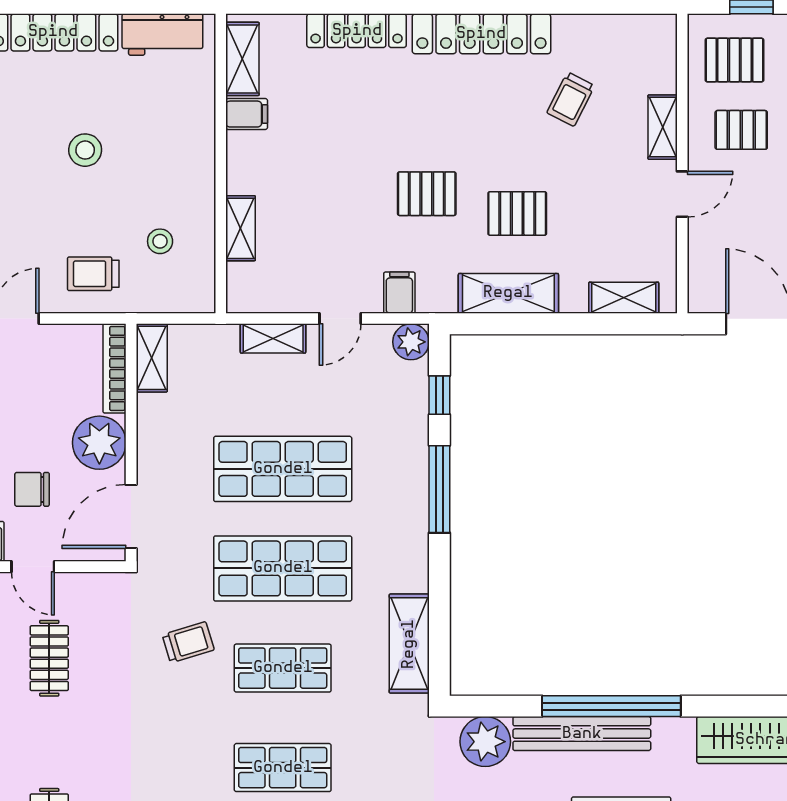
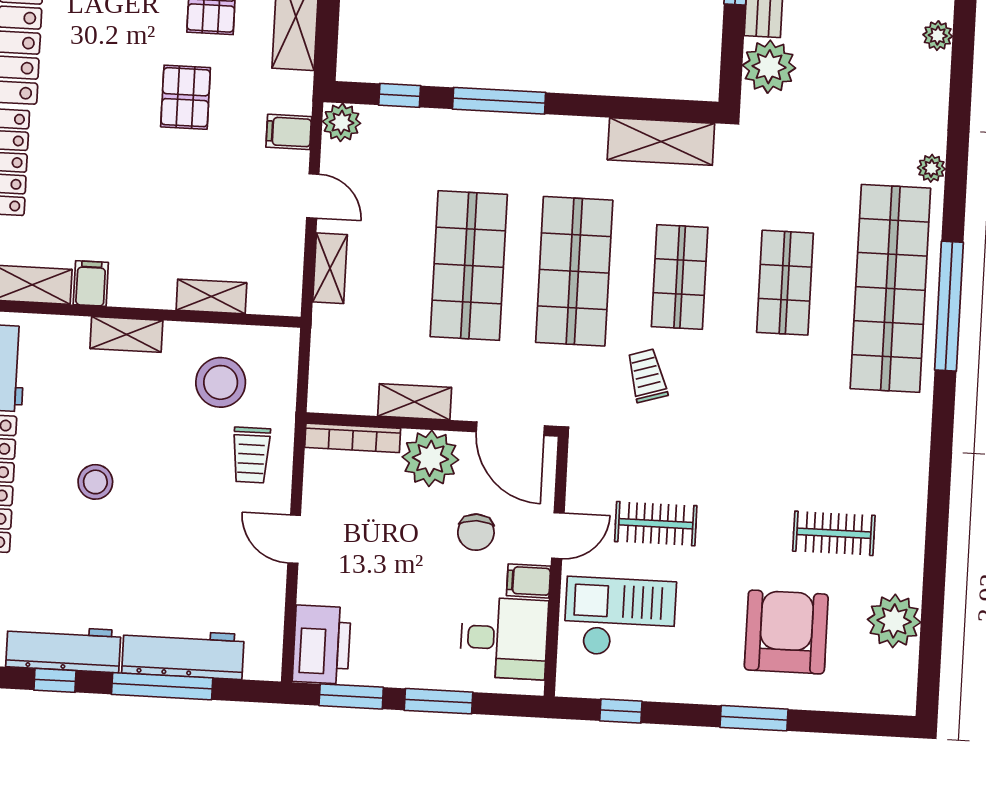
stool: (85, 150) -> (95, 482), moved
shelving: (200, 150) -> (126, 334), added
stool: (160, 241) -> (221, 382), width x1.89, depth x1.89
shelving: (152, 358) -> (415, 402), moved

